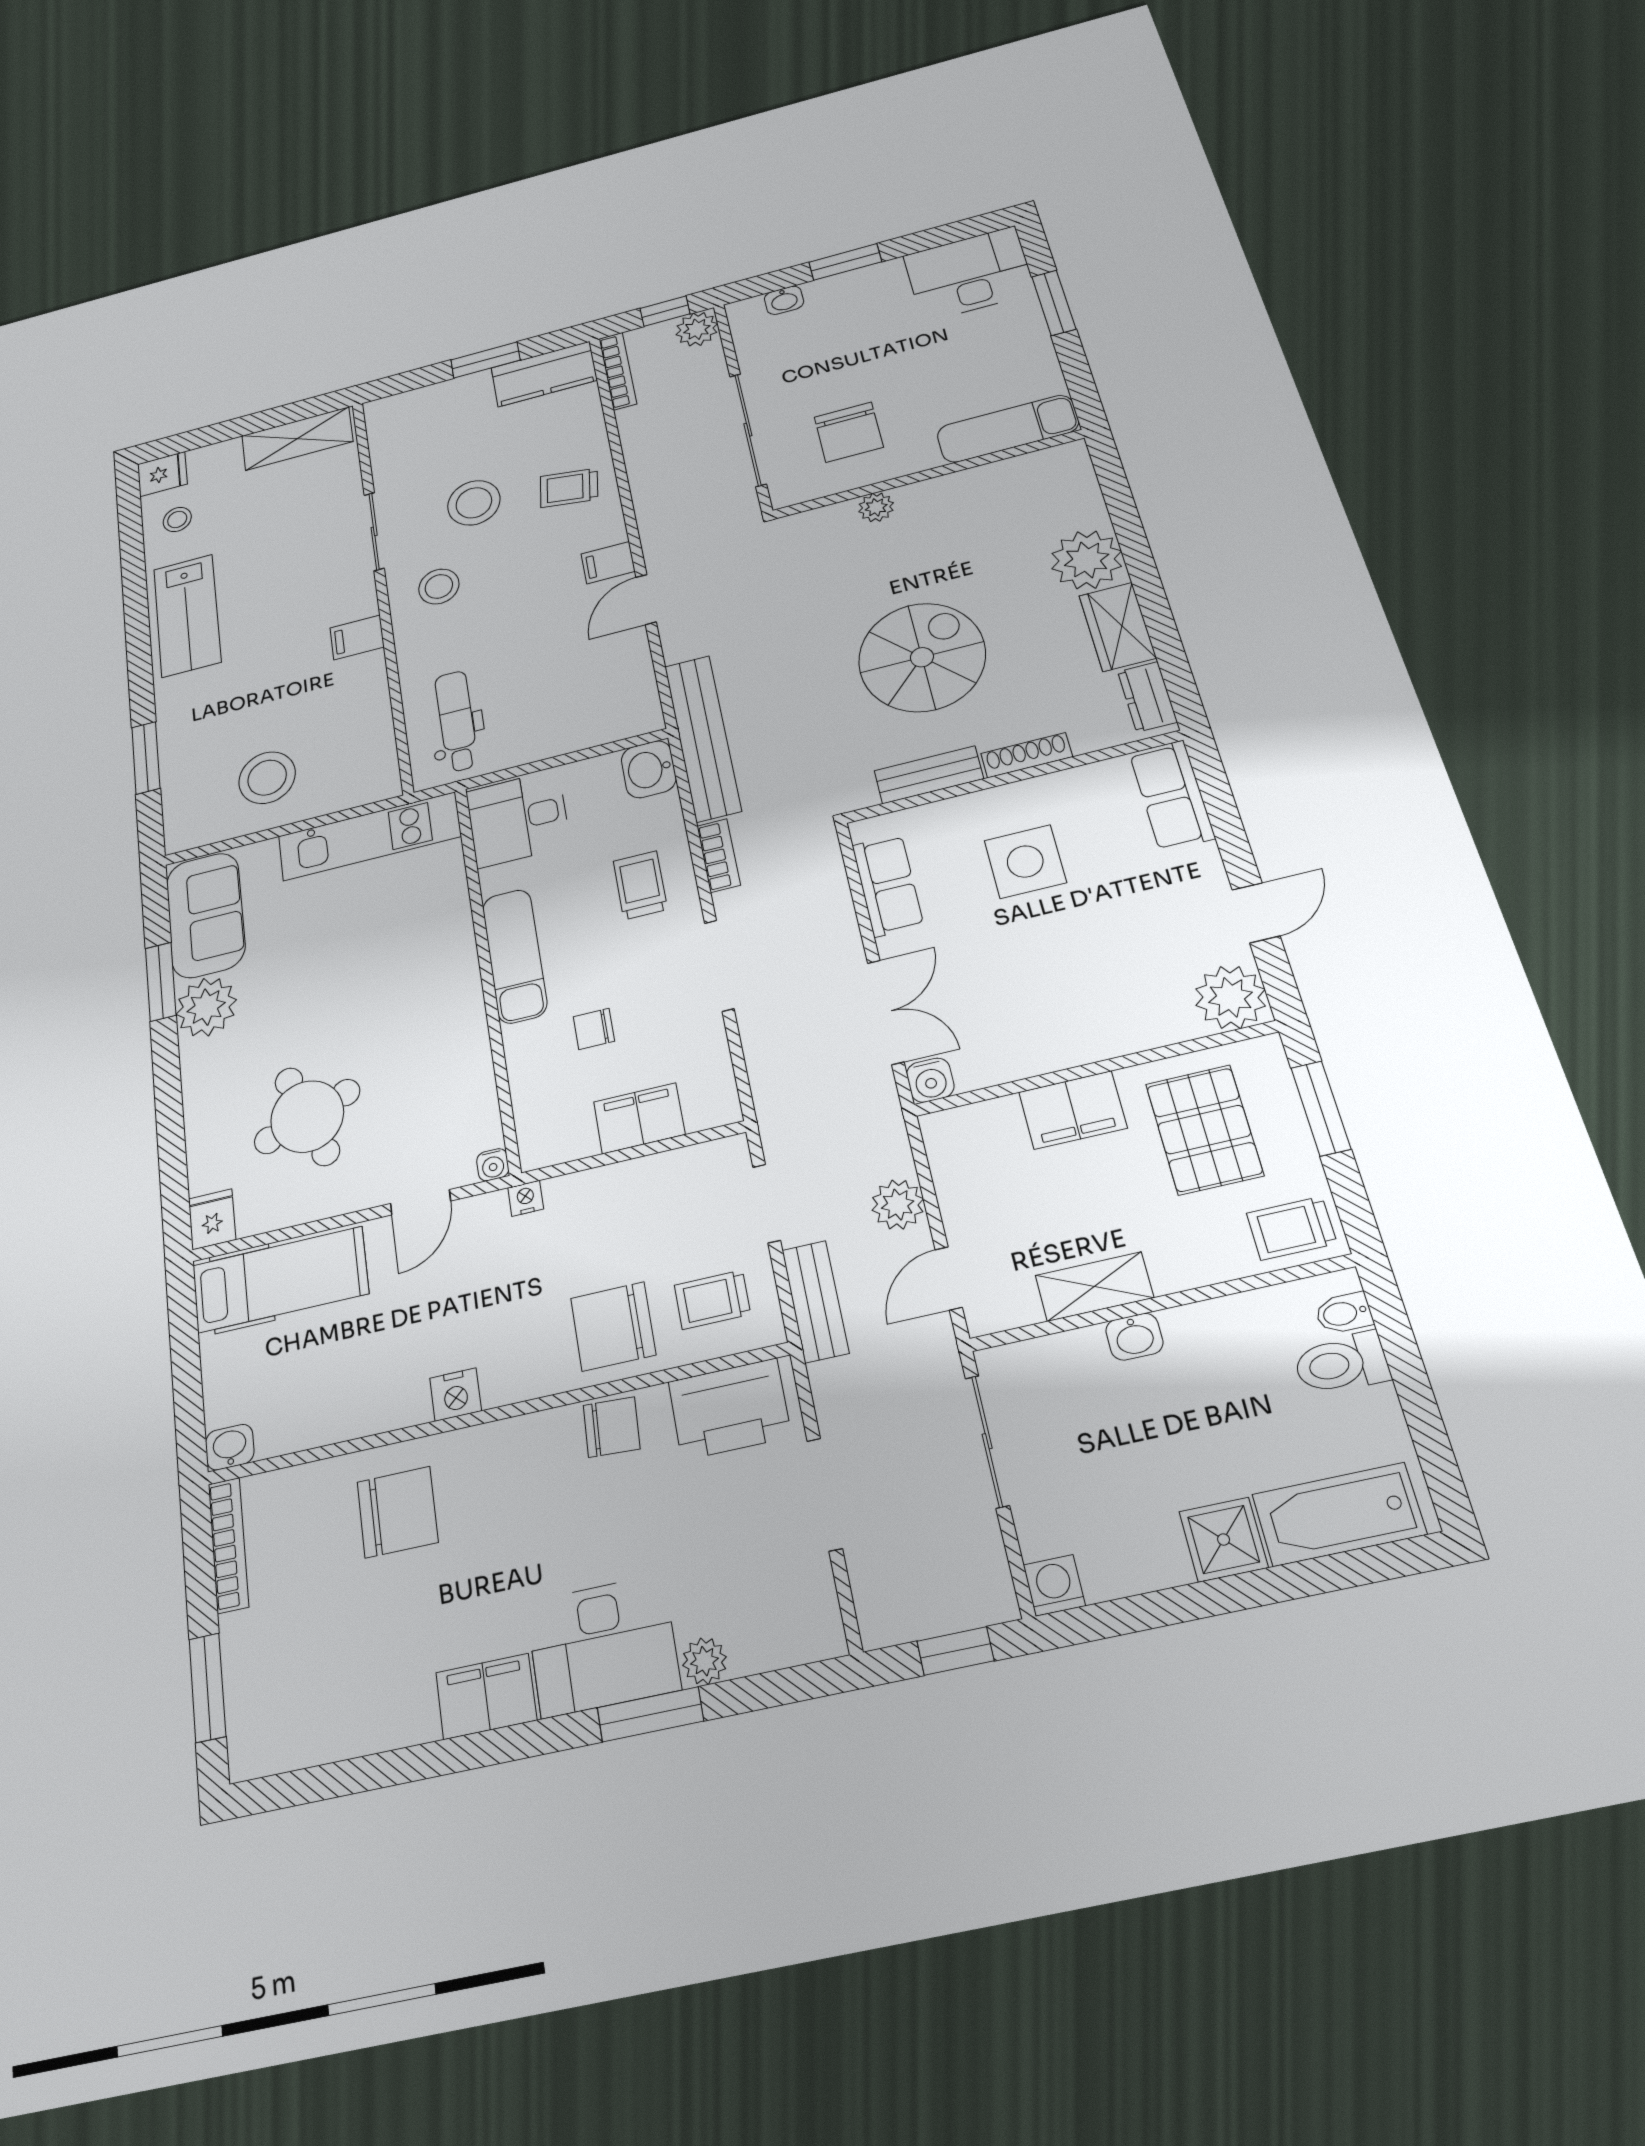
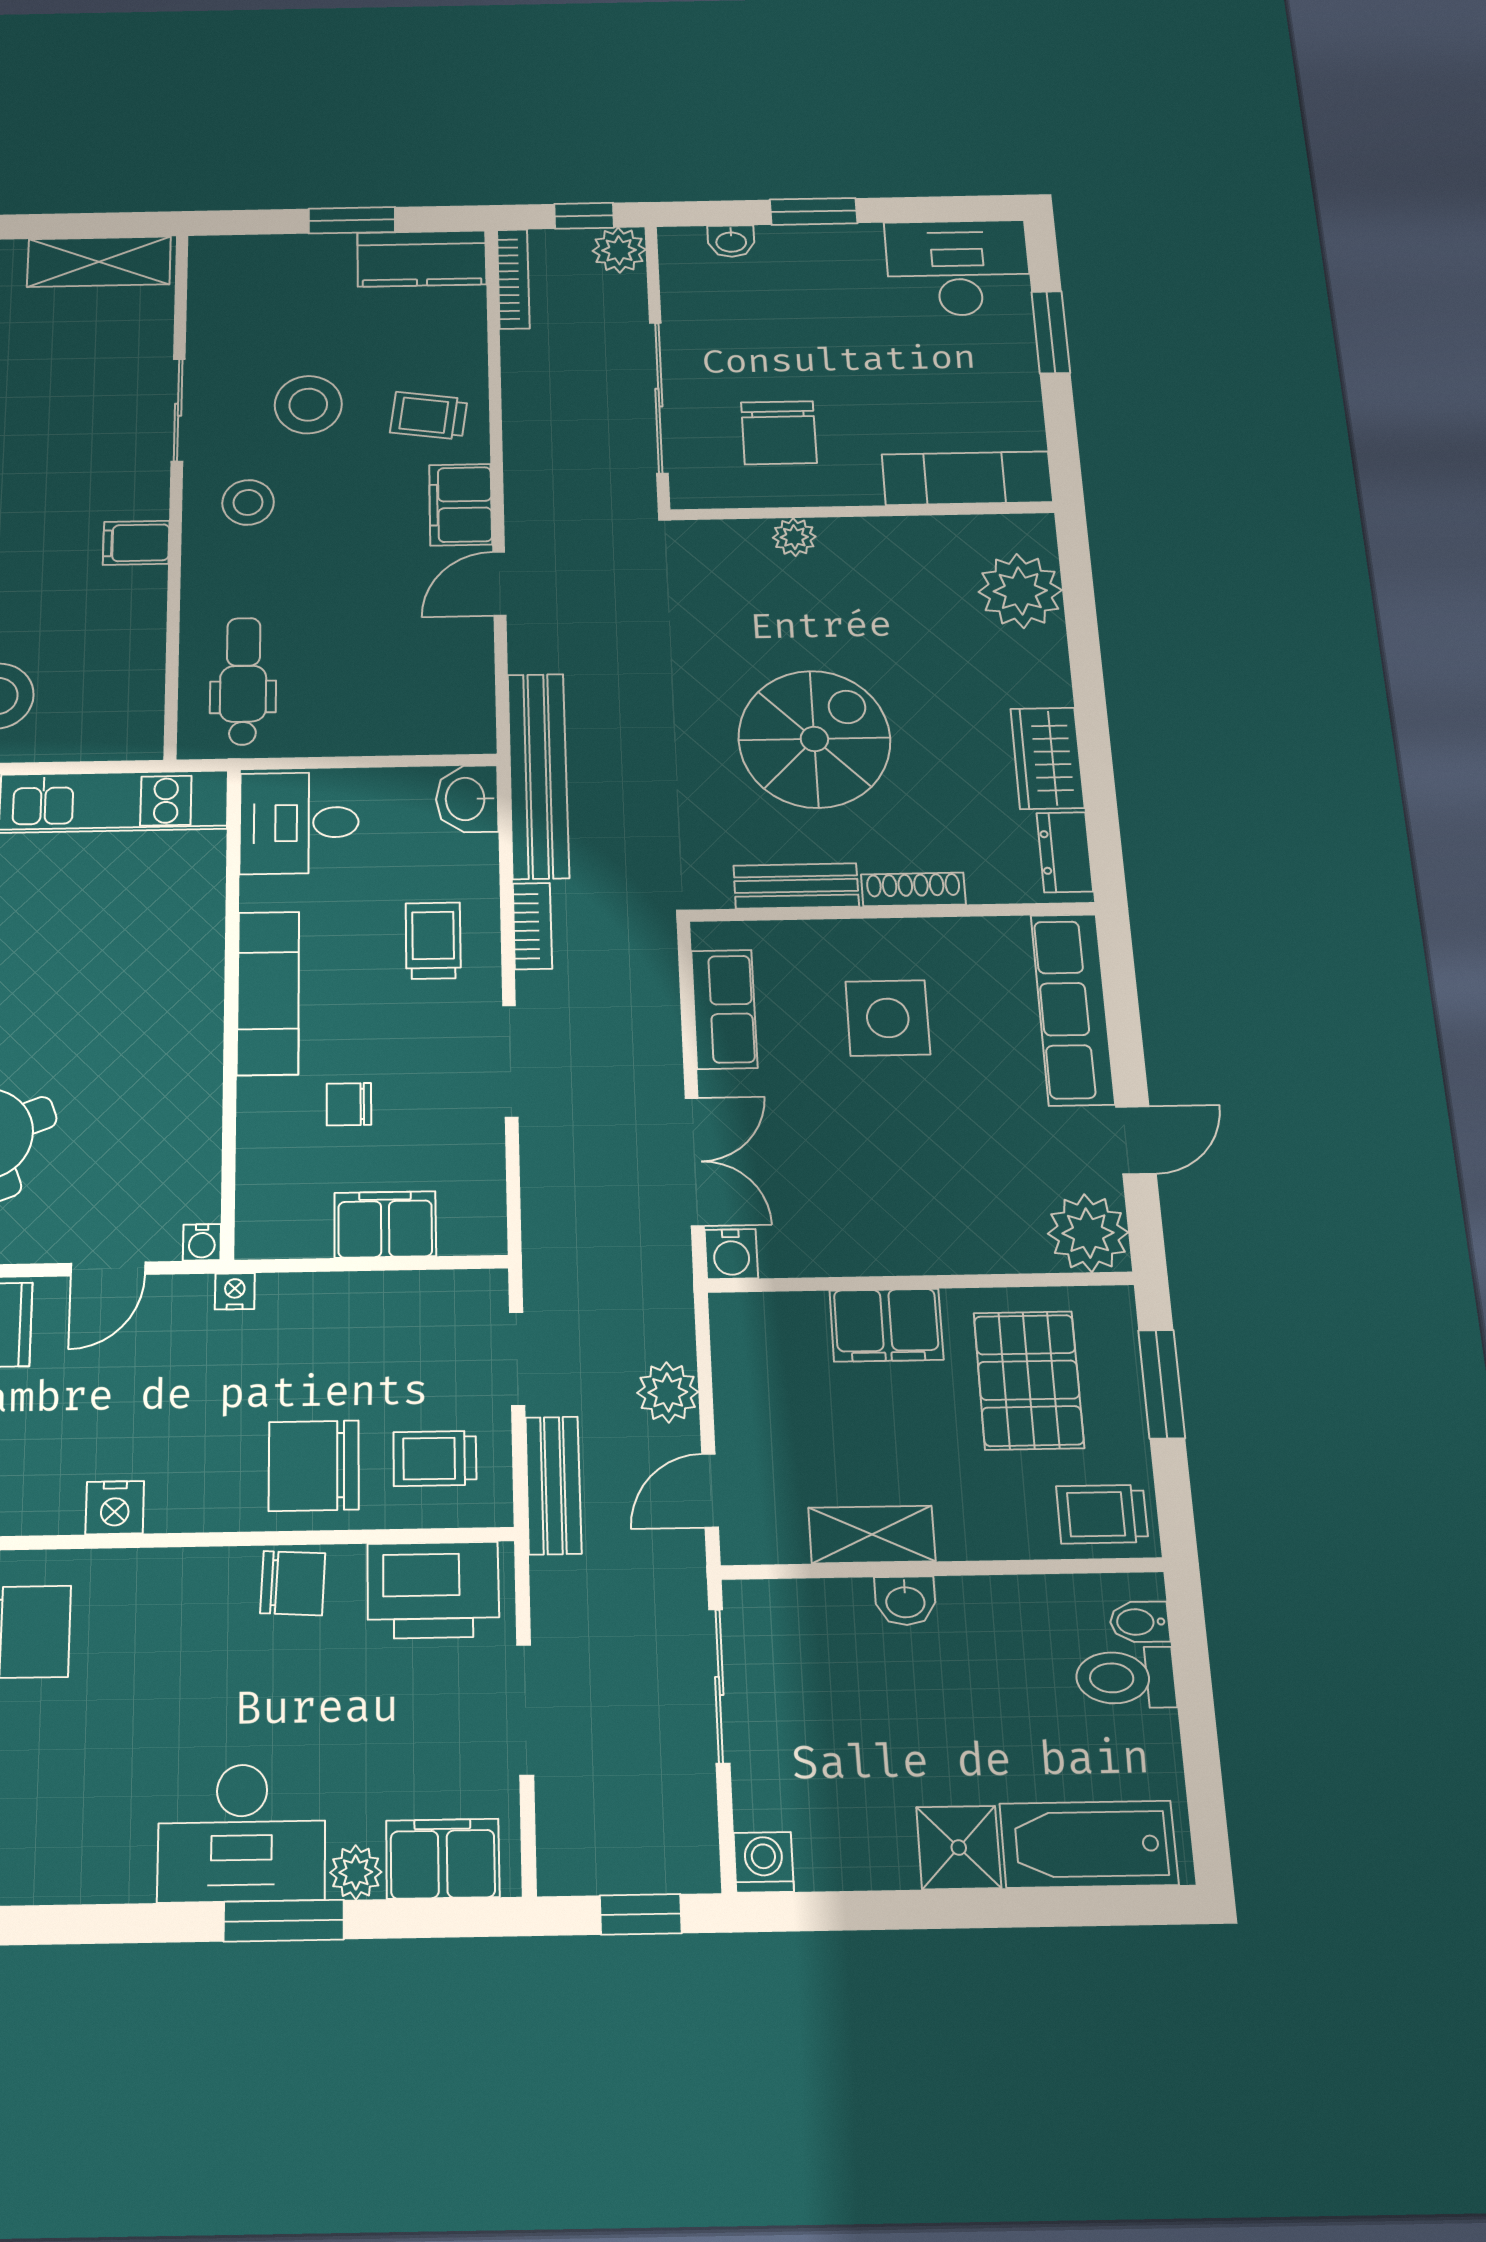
plant: (1087, 560) -> (1020, 591), moved
filing cabinet: (608, 563) -> (461, 505), width x2.00
row of seats: (1172, 796) -> (1072, 1009), width x1.48
filing cabinet: (486, 1696) -> (443, 1859), moved

